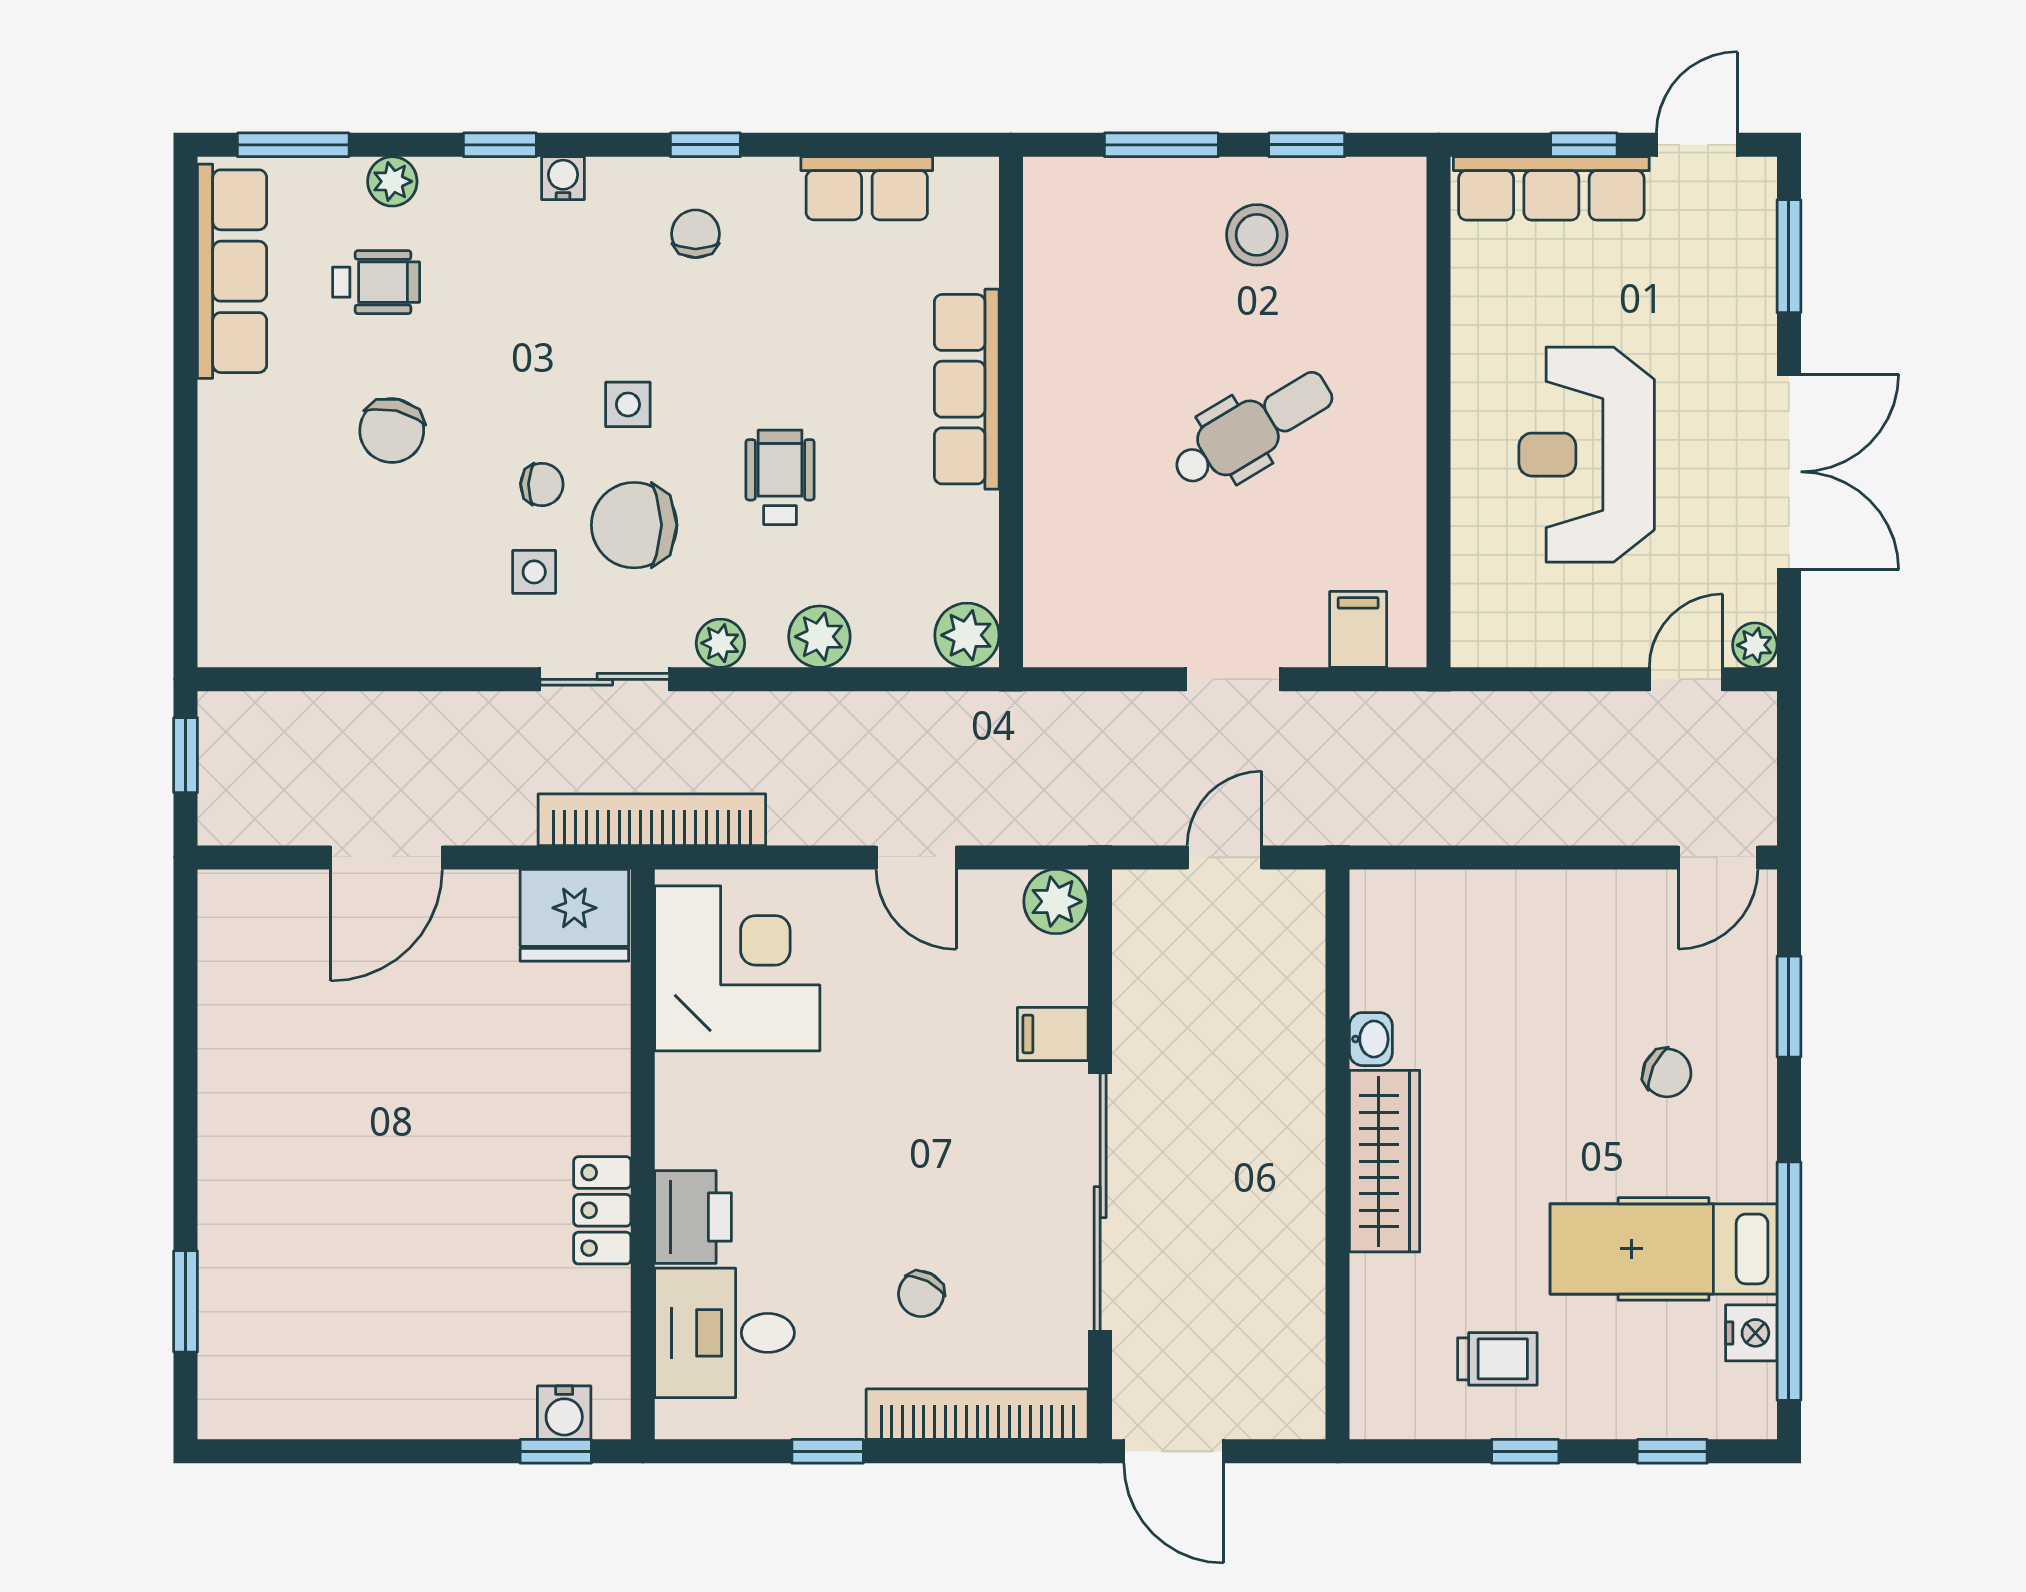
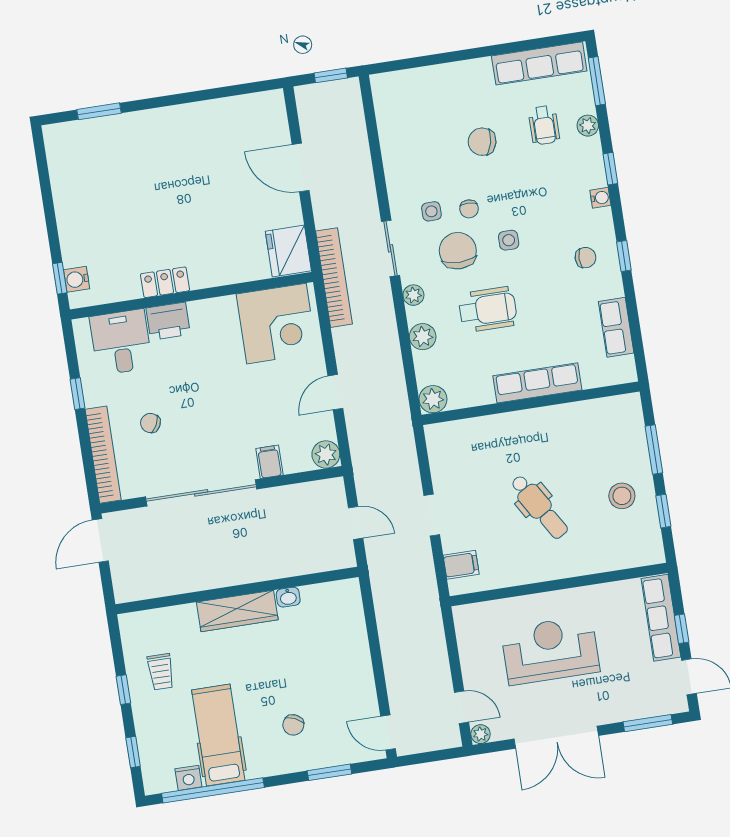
wheelchair: (780, 477) -> (488, 309), width x1.36, depth x1.37

